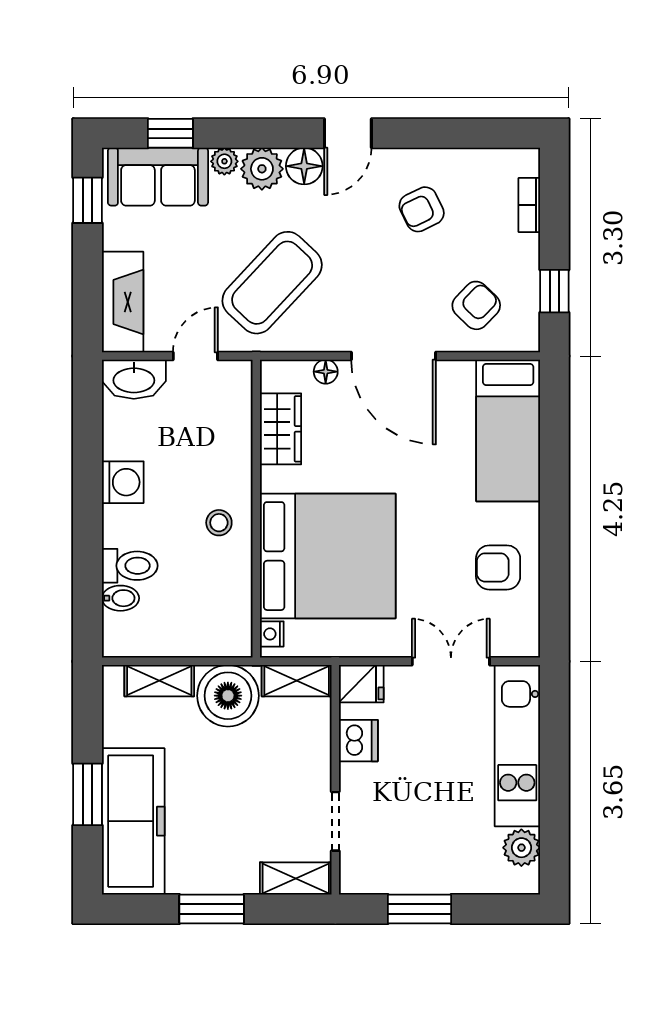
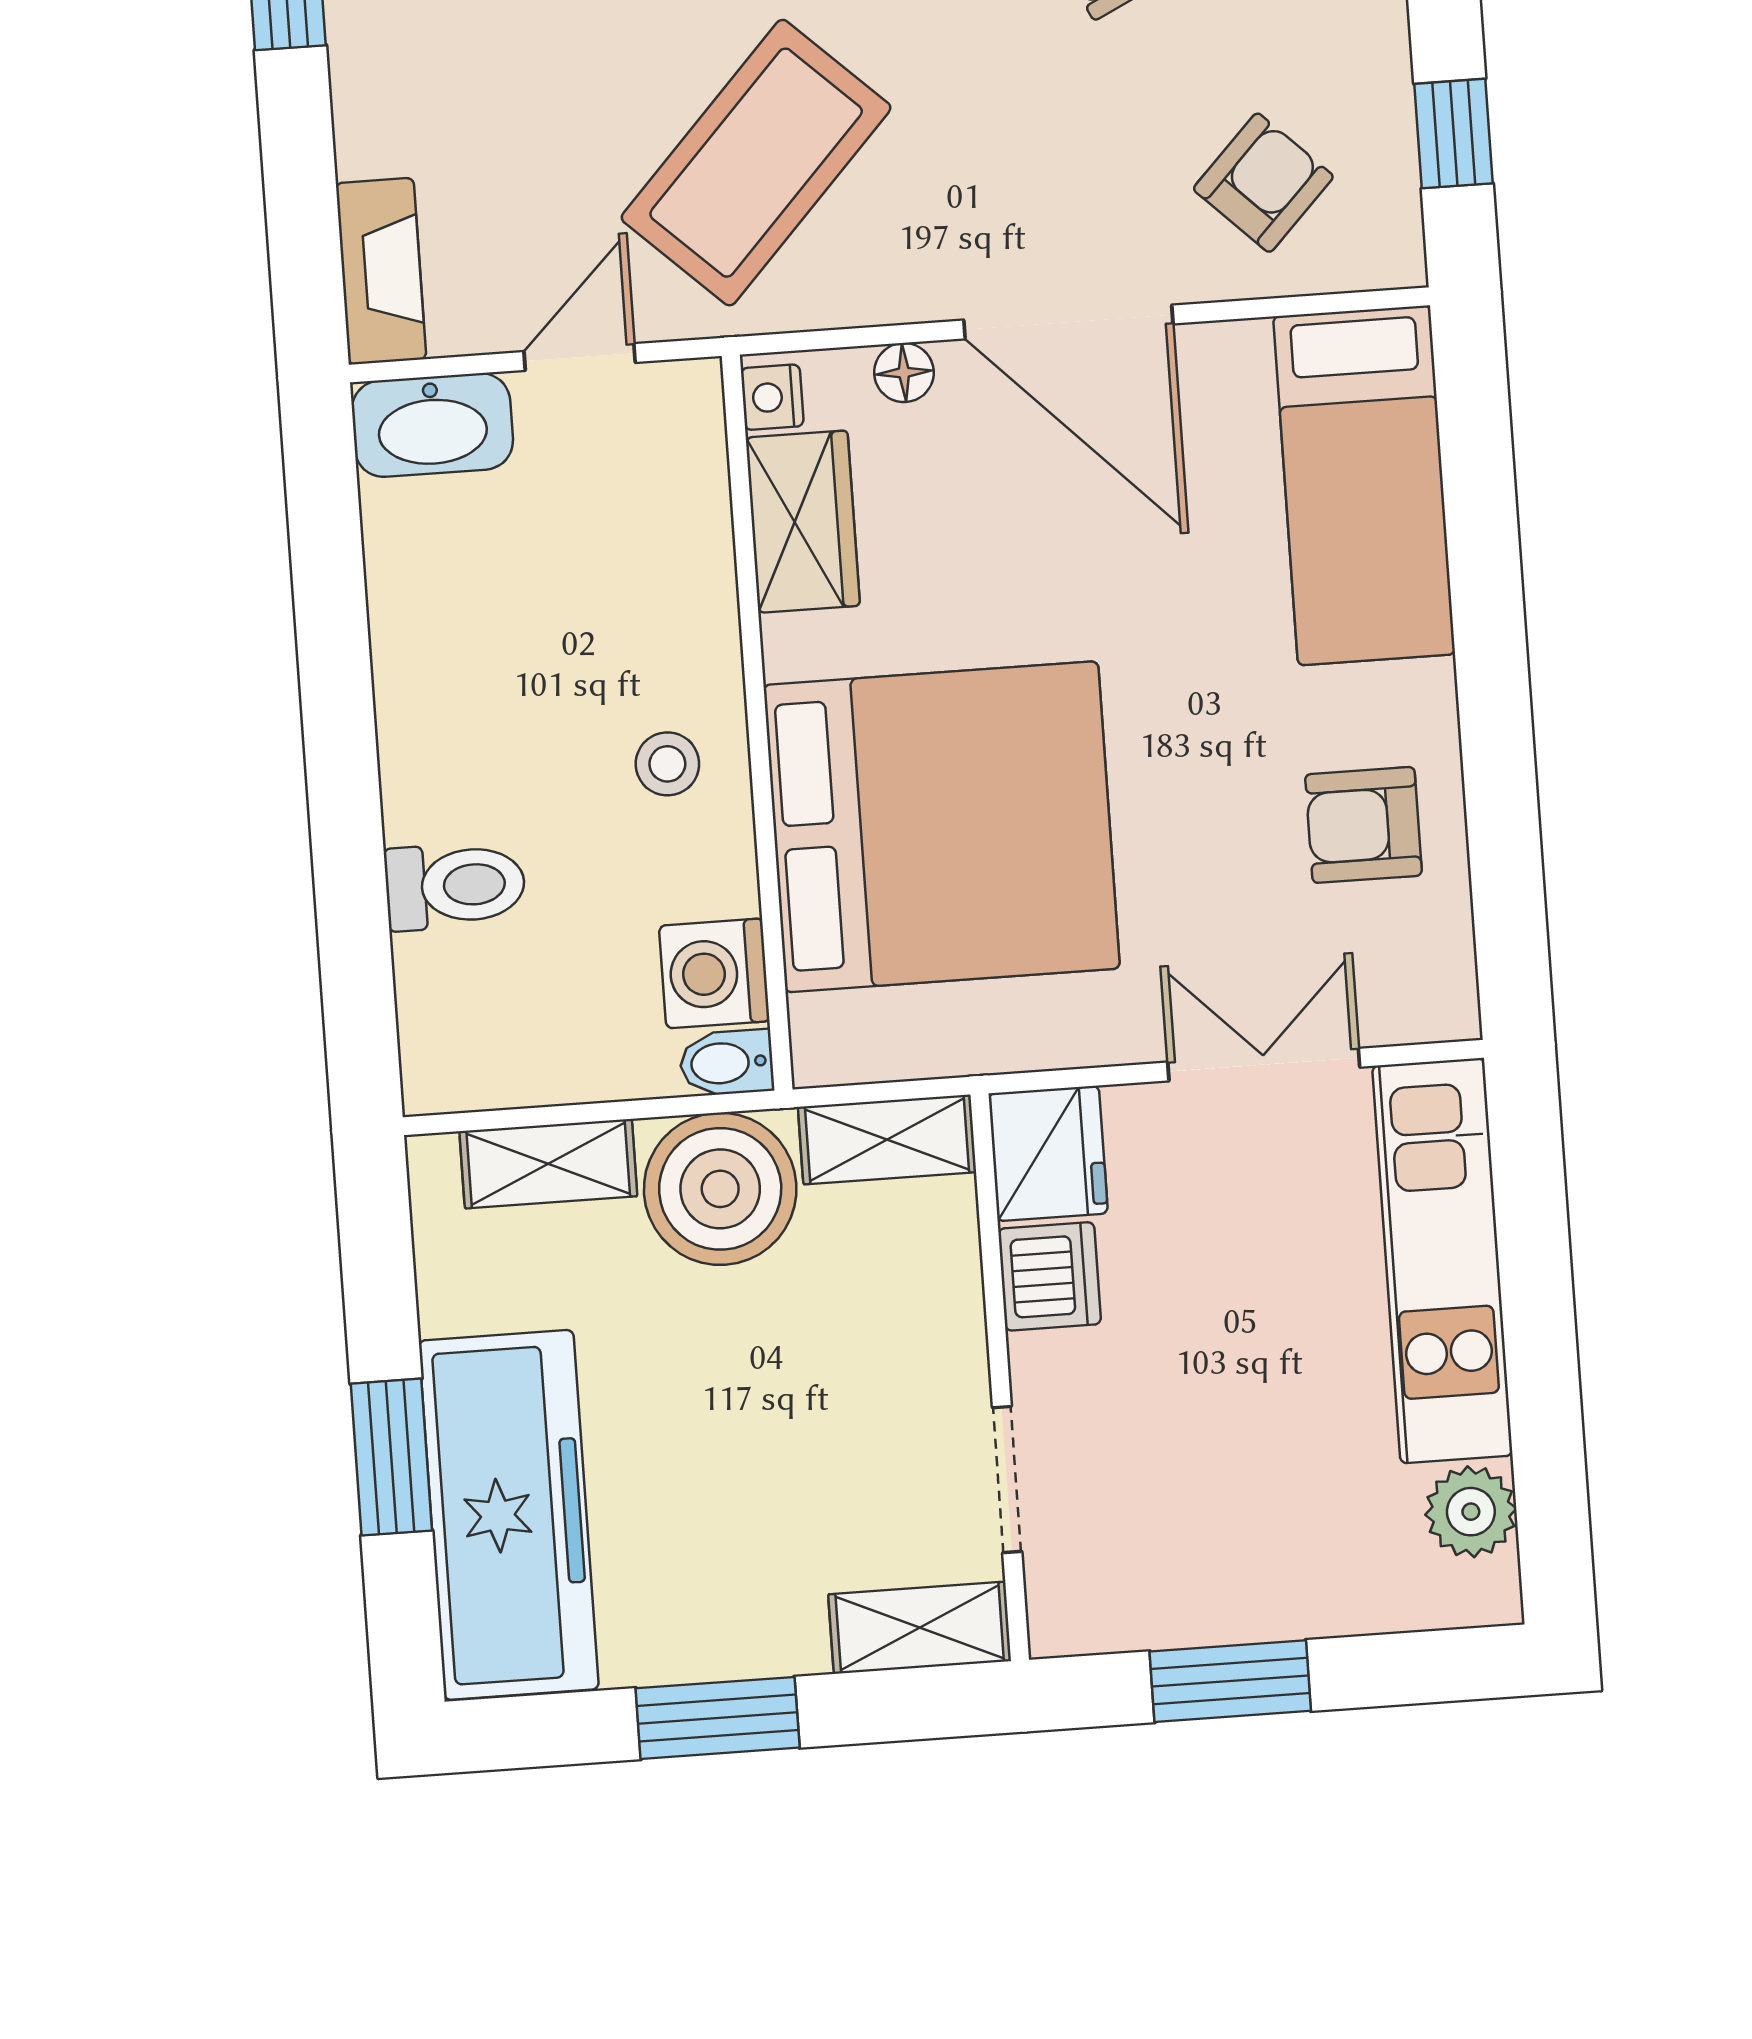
fireplace: (123, 302) -> (381, 271), width x0.73, depth x0.76
washing machine: (123, 482) -> (714, 973), moved, turned 180
bidet: (120, 598) -> (726, 1063), moved, turned 180
nightstand: (272, 634) -> (772, 397), moved
fridge: (361, 684) -> (1048, 1153), width x1.38

